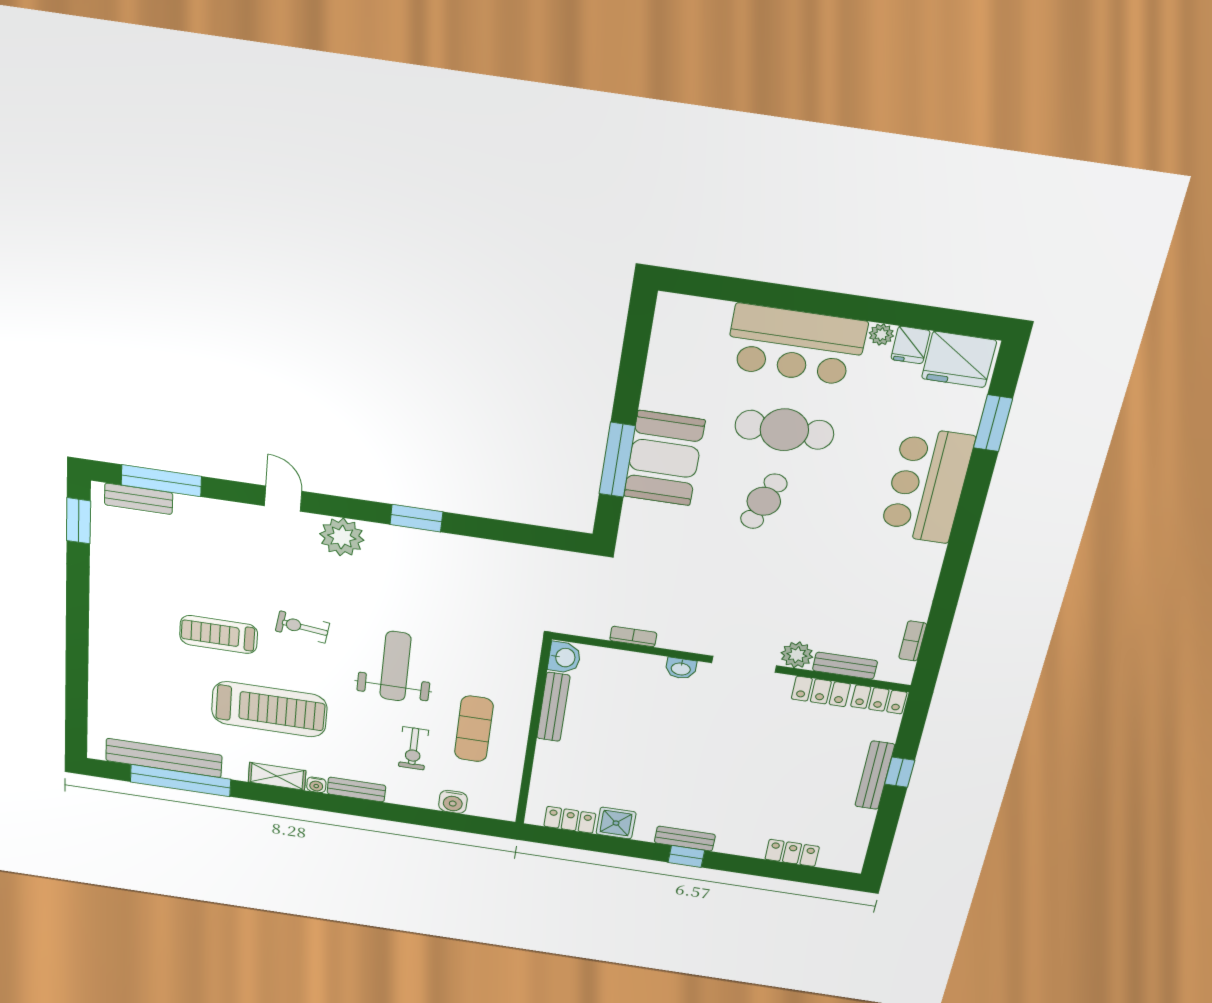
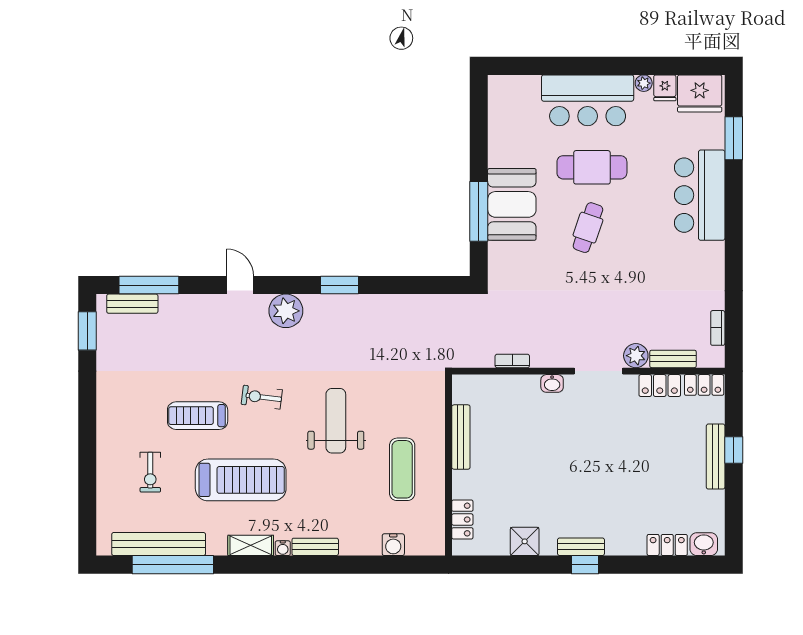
washbasin: (564, 657) -> (704, 544), moved, turned -90
exercise bike: (413, 748) -> (150, 472), moved
locker: (570, 820) -> (462, 520), moved, turned 90

